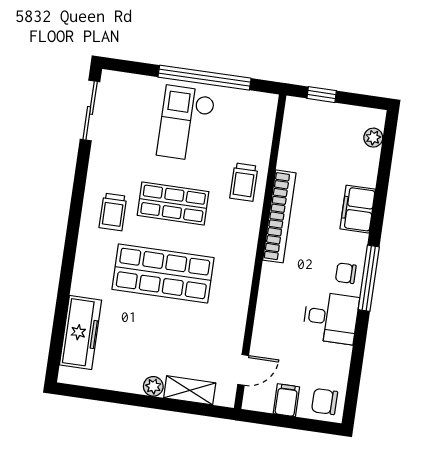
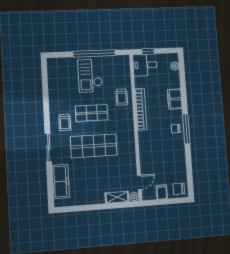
sliding door: (90, 110) -> (48, 148), moved
desk: (331, 318) -> (145, 65), moved, turned 180
plant: (153, 386) -> (134, 197), moved

